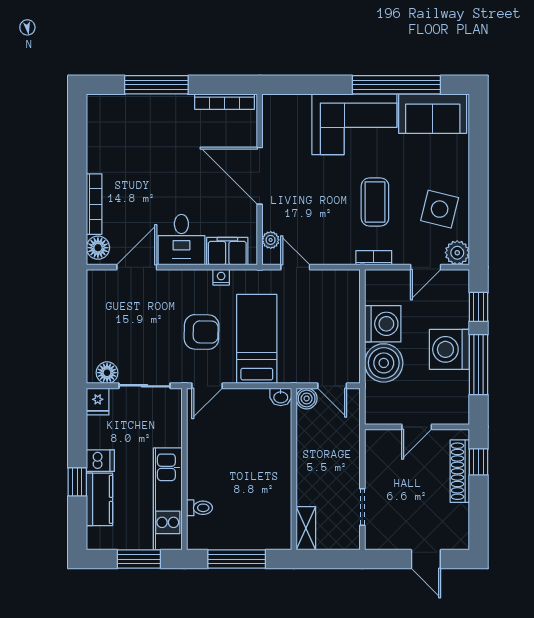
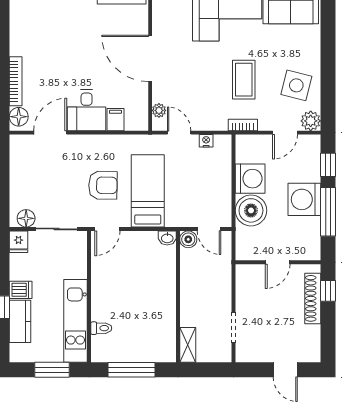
filing cabinet: (227, 251) -> (115, 120), width x0.50
nightstand: (221, 277) -> (206, 141), moved

